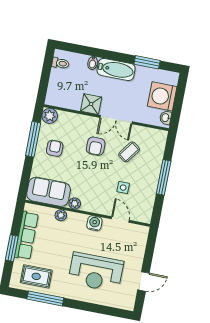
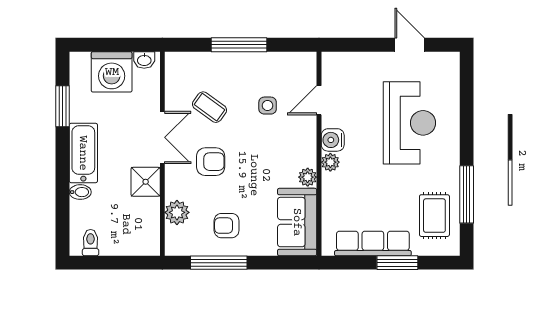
plant: (50, 116) -> (177, 212), moved
plant: (61, 215) -> (330, 162), moved

